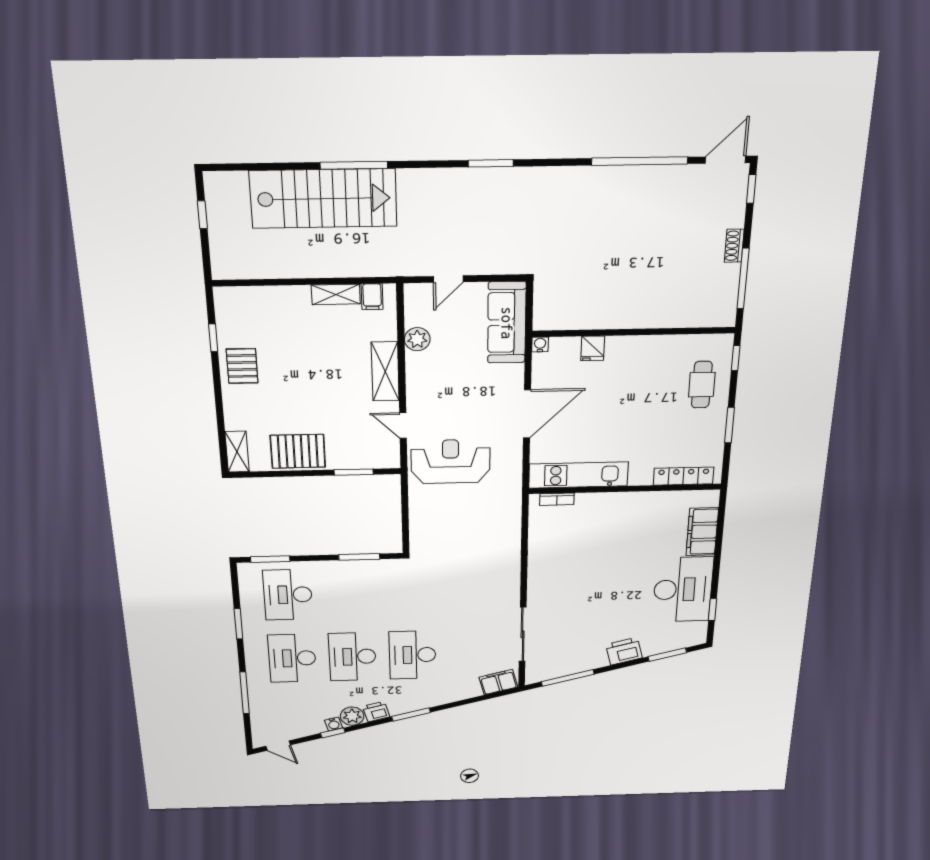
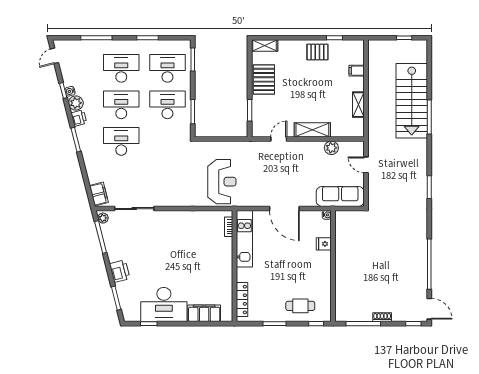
filing cabinet: (372, 297) -> (357, 71), moved
reception desk: (451, 462) -> (222, 182), moved
desk: (350, 593) -> (167, 105), added
plant: (537, 676) -> (103, 218), added

